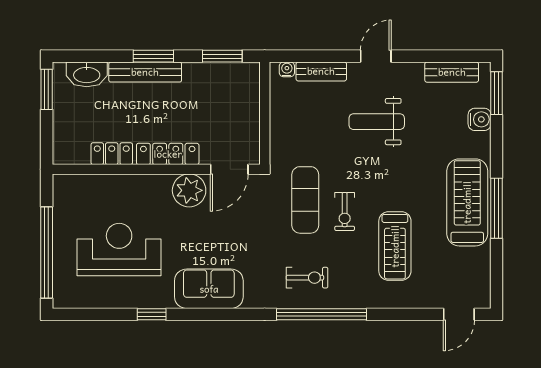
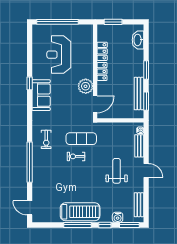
bench: (145, 72) -> (139, 94), moved
window: (47, 89) -> (113, 22), moved
window: (497, 148) -> (105, 225), added
locker: (168, 154) -> (102, 72), width x0.66
door: (229, 169) -> (95, 104), swing flipped
treadmill: (395, 246) -> (60, 179), removed
reception desk: (119, 249) -> (59, 55), turned 180
window: (152, 314) -> (30, 83), moved
window: (321, 314) -> (30, 162), moved

